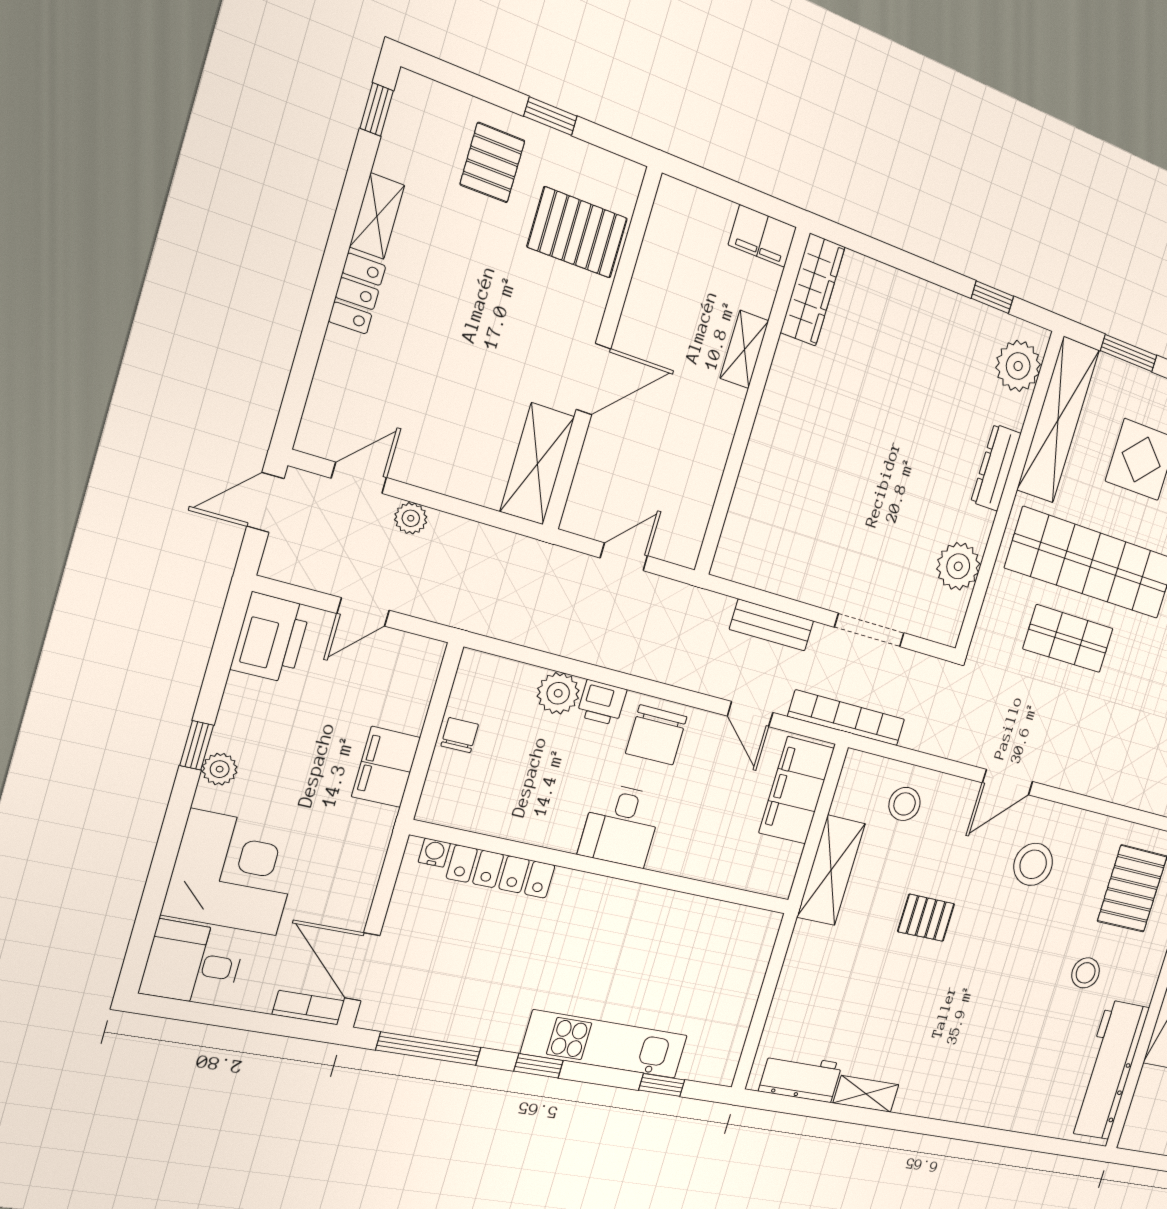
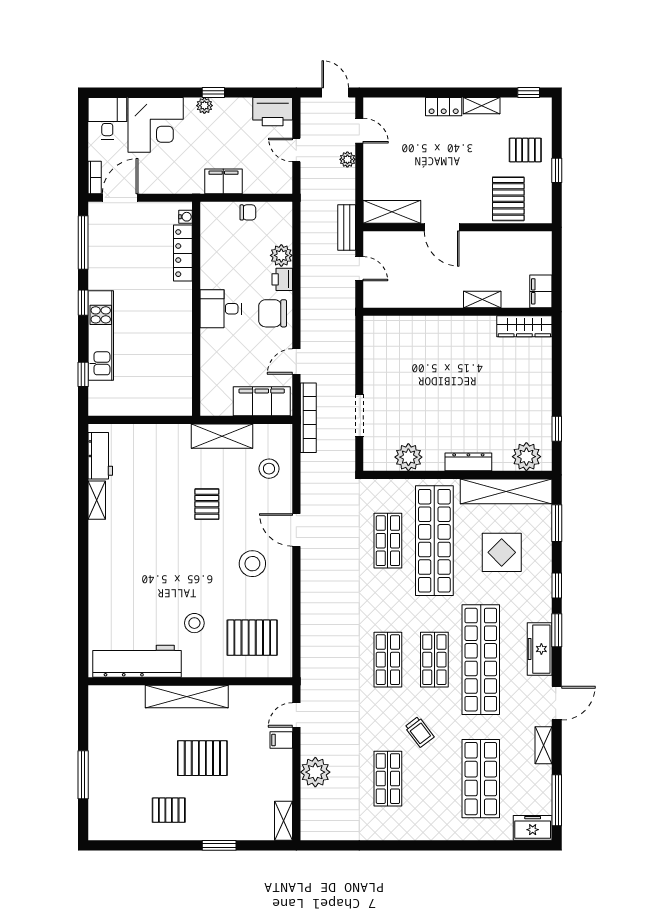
bench: (772, 625) -> (347, 228), moved

